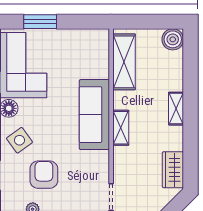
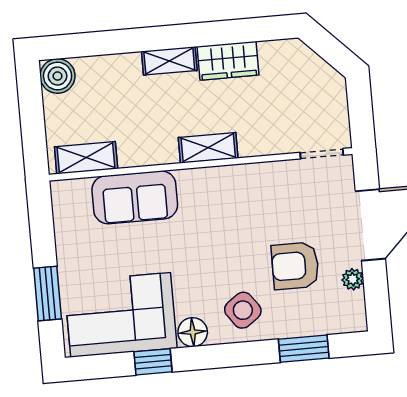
shelving: (124, 62) -> (86, 158), width x0.67, depth x0.75
sofa: (94, 115) -> (135, 197), moved, width x0.73
wardrobe: (173, 170) -> (228, 61), moved

